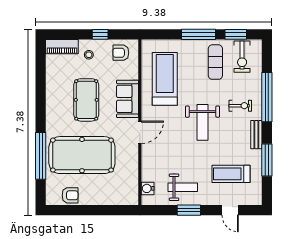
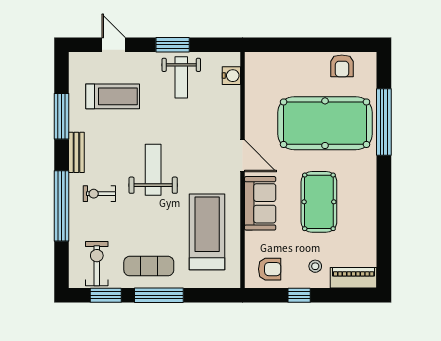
exercise mat: (215, 62) -> (149, 266), moved, turned 90
treadmill: (165, 79) -> (207, 232), turned 180
door: (140, 132) -> (242, 156), swing flipped
weight bench: (183, 187) -> (181, 77), turned -90
armchair: (70, 195) -> (342, 66), turned -90

